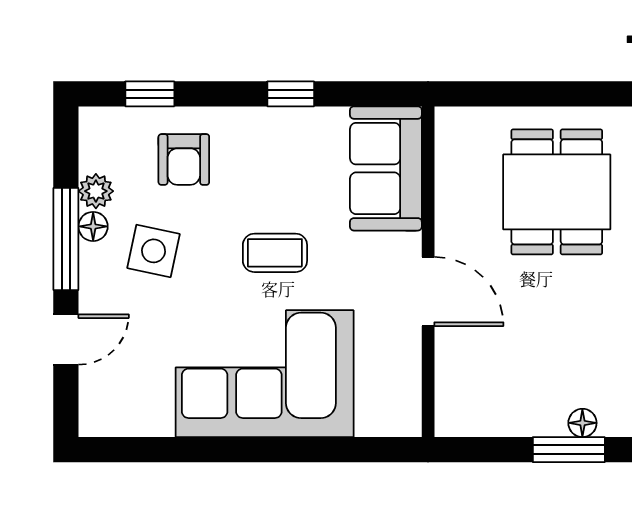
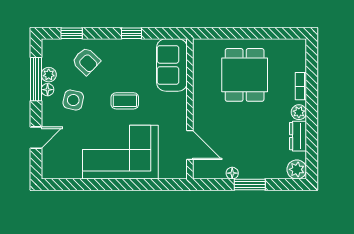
armchair: (184, 159) -> (86, 61), turned -46
window: (66, 239) -> (36, 79), moved
door: (428, 292) -> (190, 145), moved
floor lamp: (582, 423) -> (232, 173), moved

